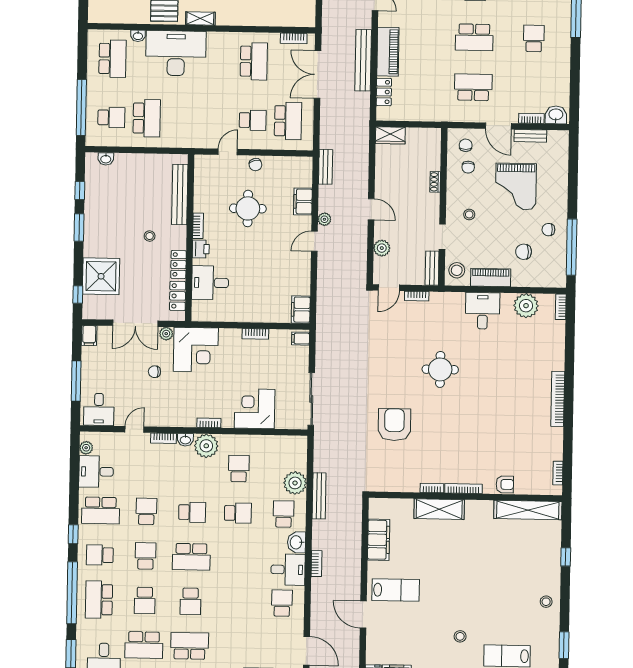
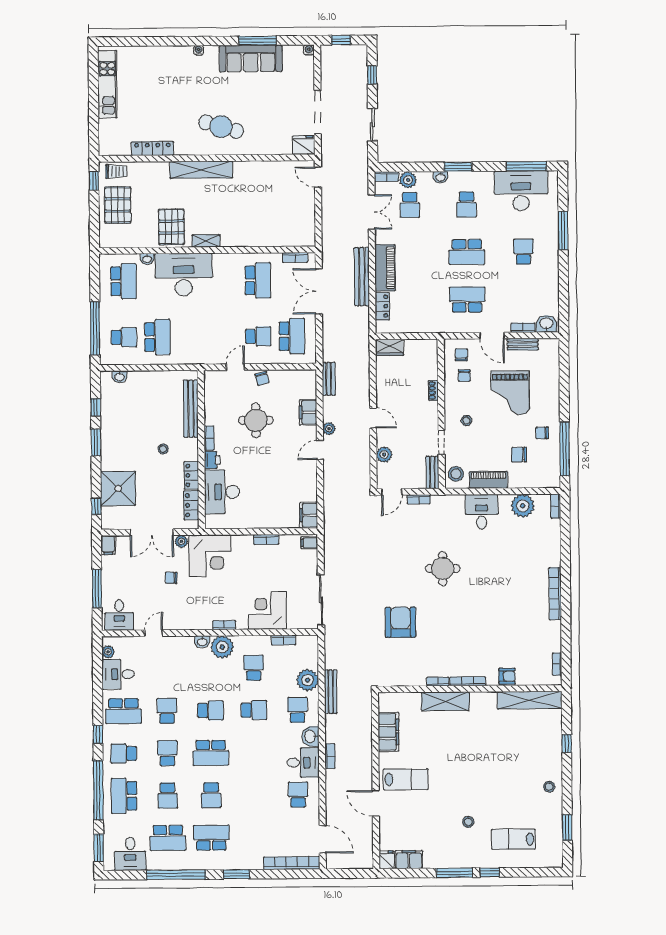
desk: (210, 283) -> (222, 492), width x1.37
bookcase: (164, 438) -> (284, 640), moved

